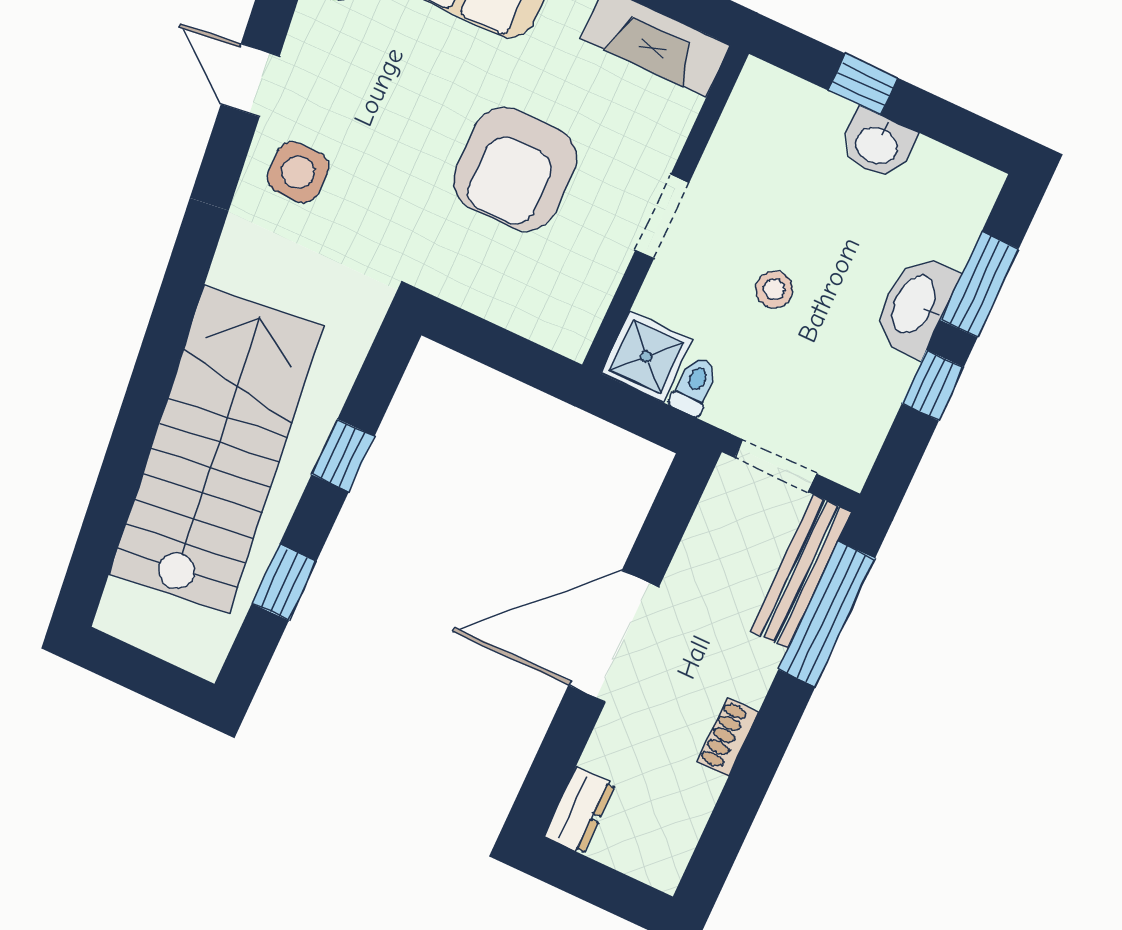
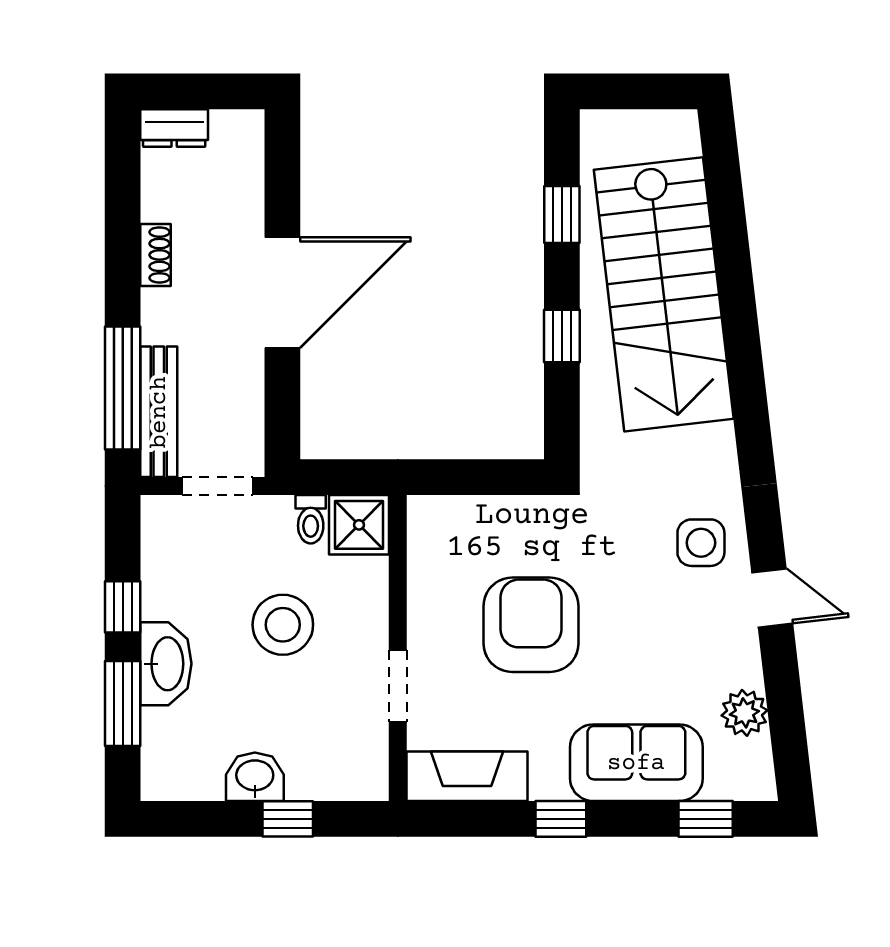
doorway: (662, 217) -> (398, 686), moved
stool: (774, 289) -> (283, 625), width x1.89, depth x1.89
dresser: (579, 810) -> (174, 128), moved, turned -90

